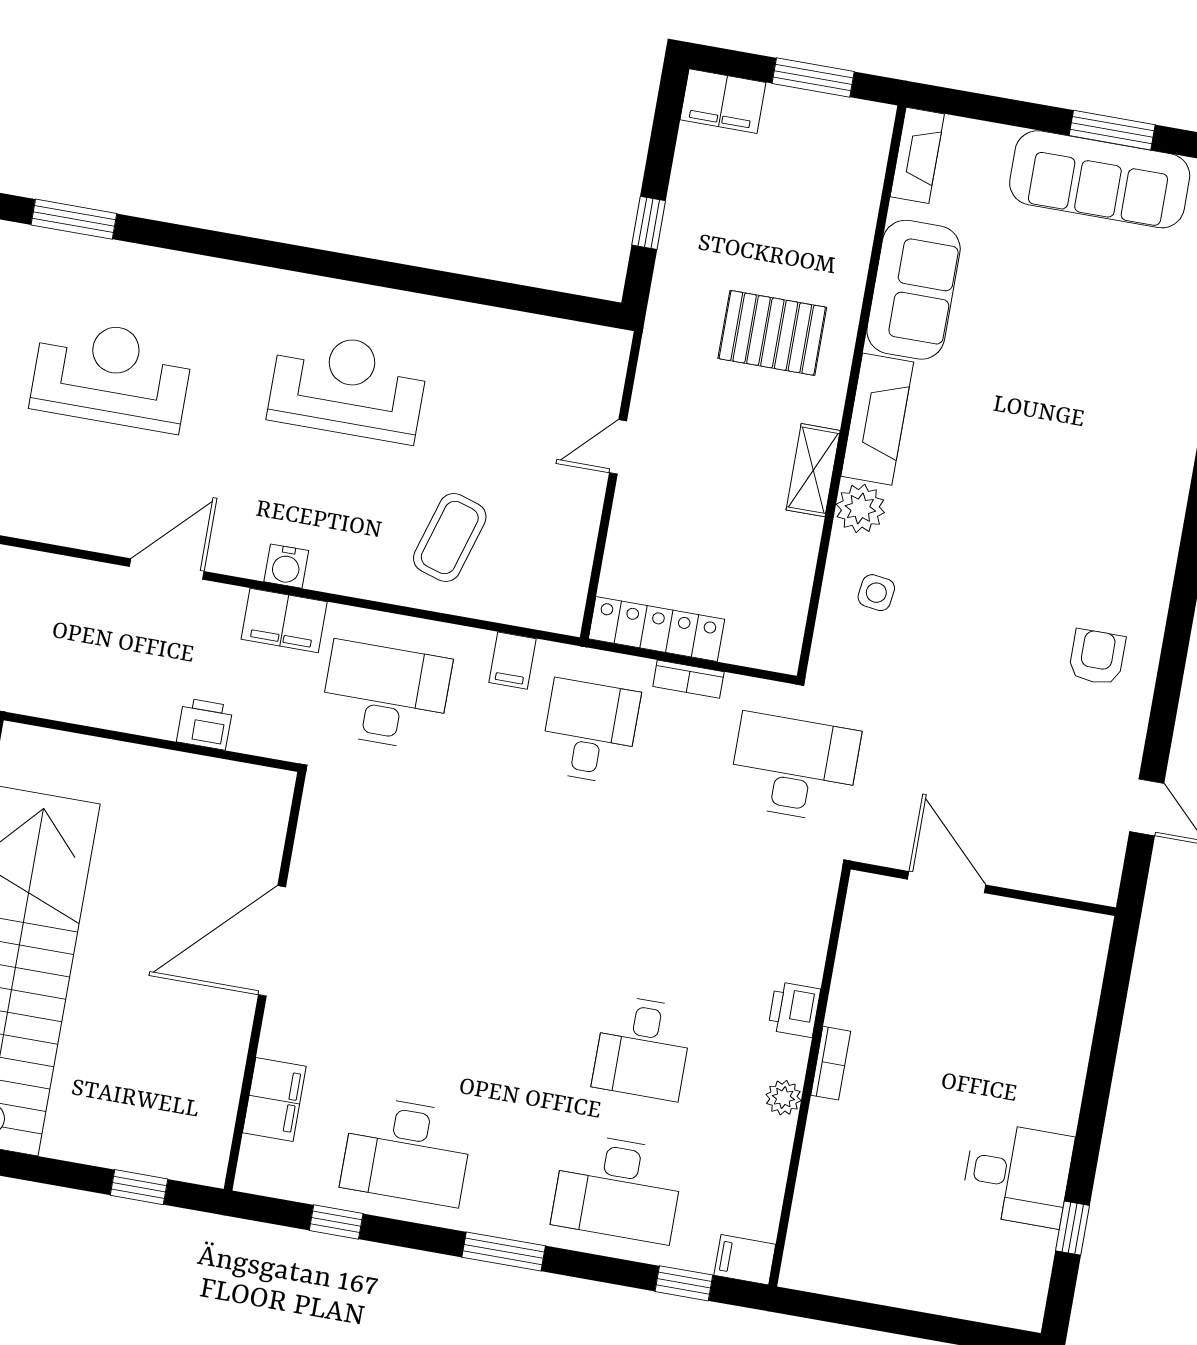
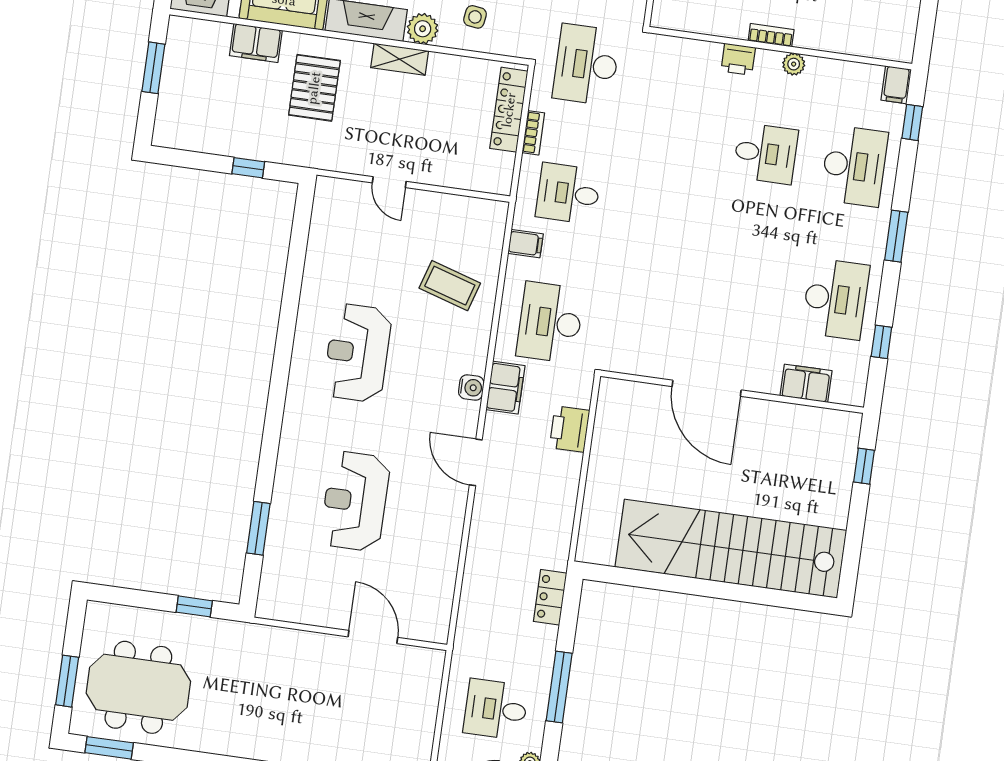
filing cabinet: (723, 101) -> (256, 43), moved, turned 90
locker: (657, 629) -> (509, 110), moved
printer: (205, 724) -> (569, 429), width x1.36, depth x1.24

